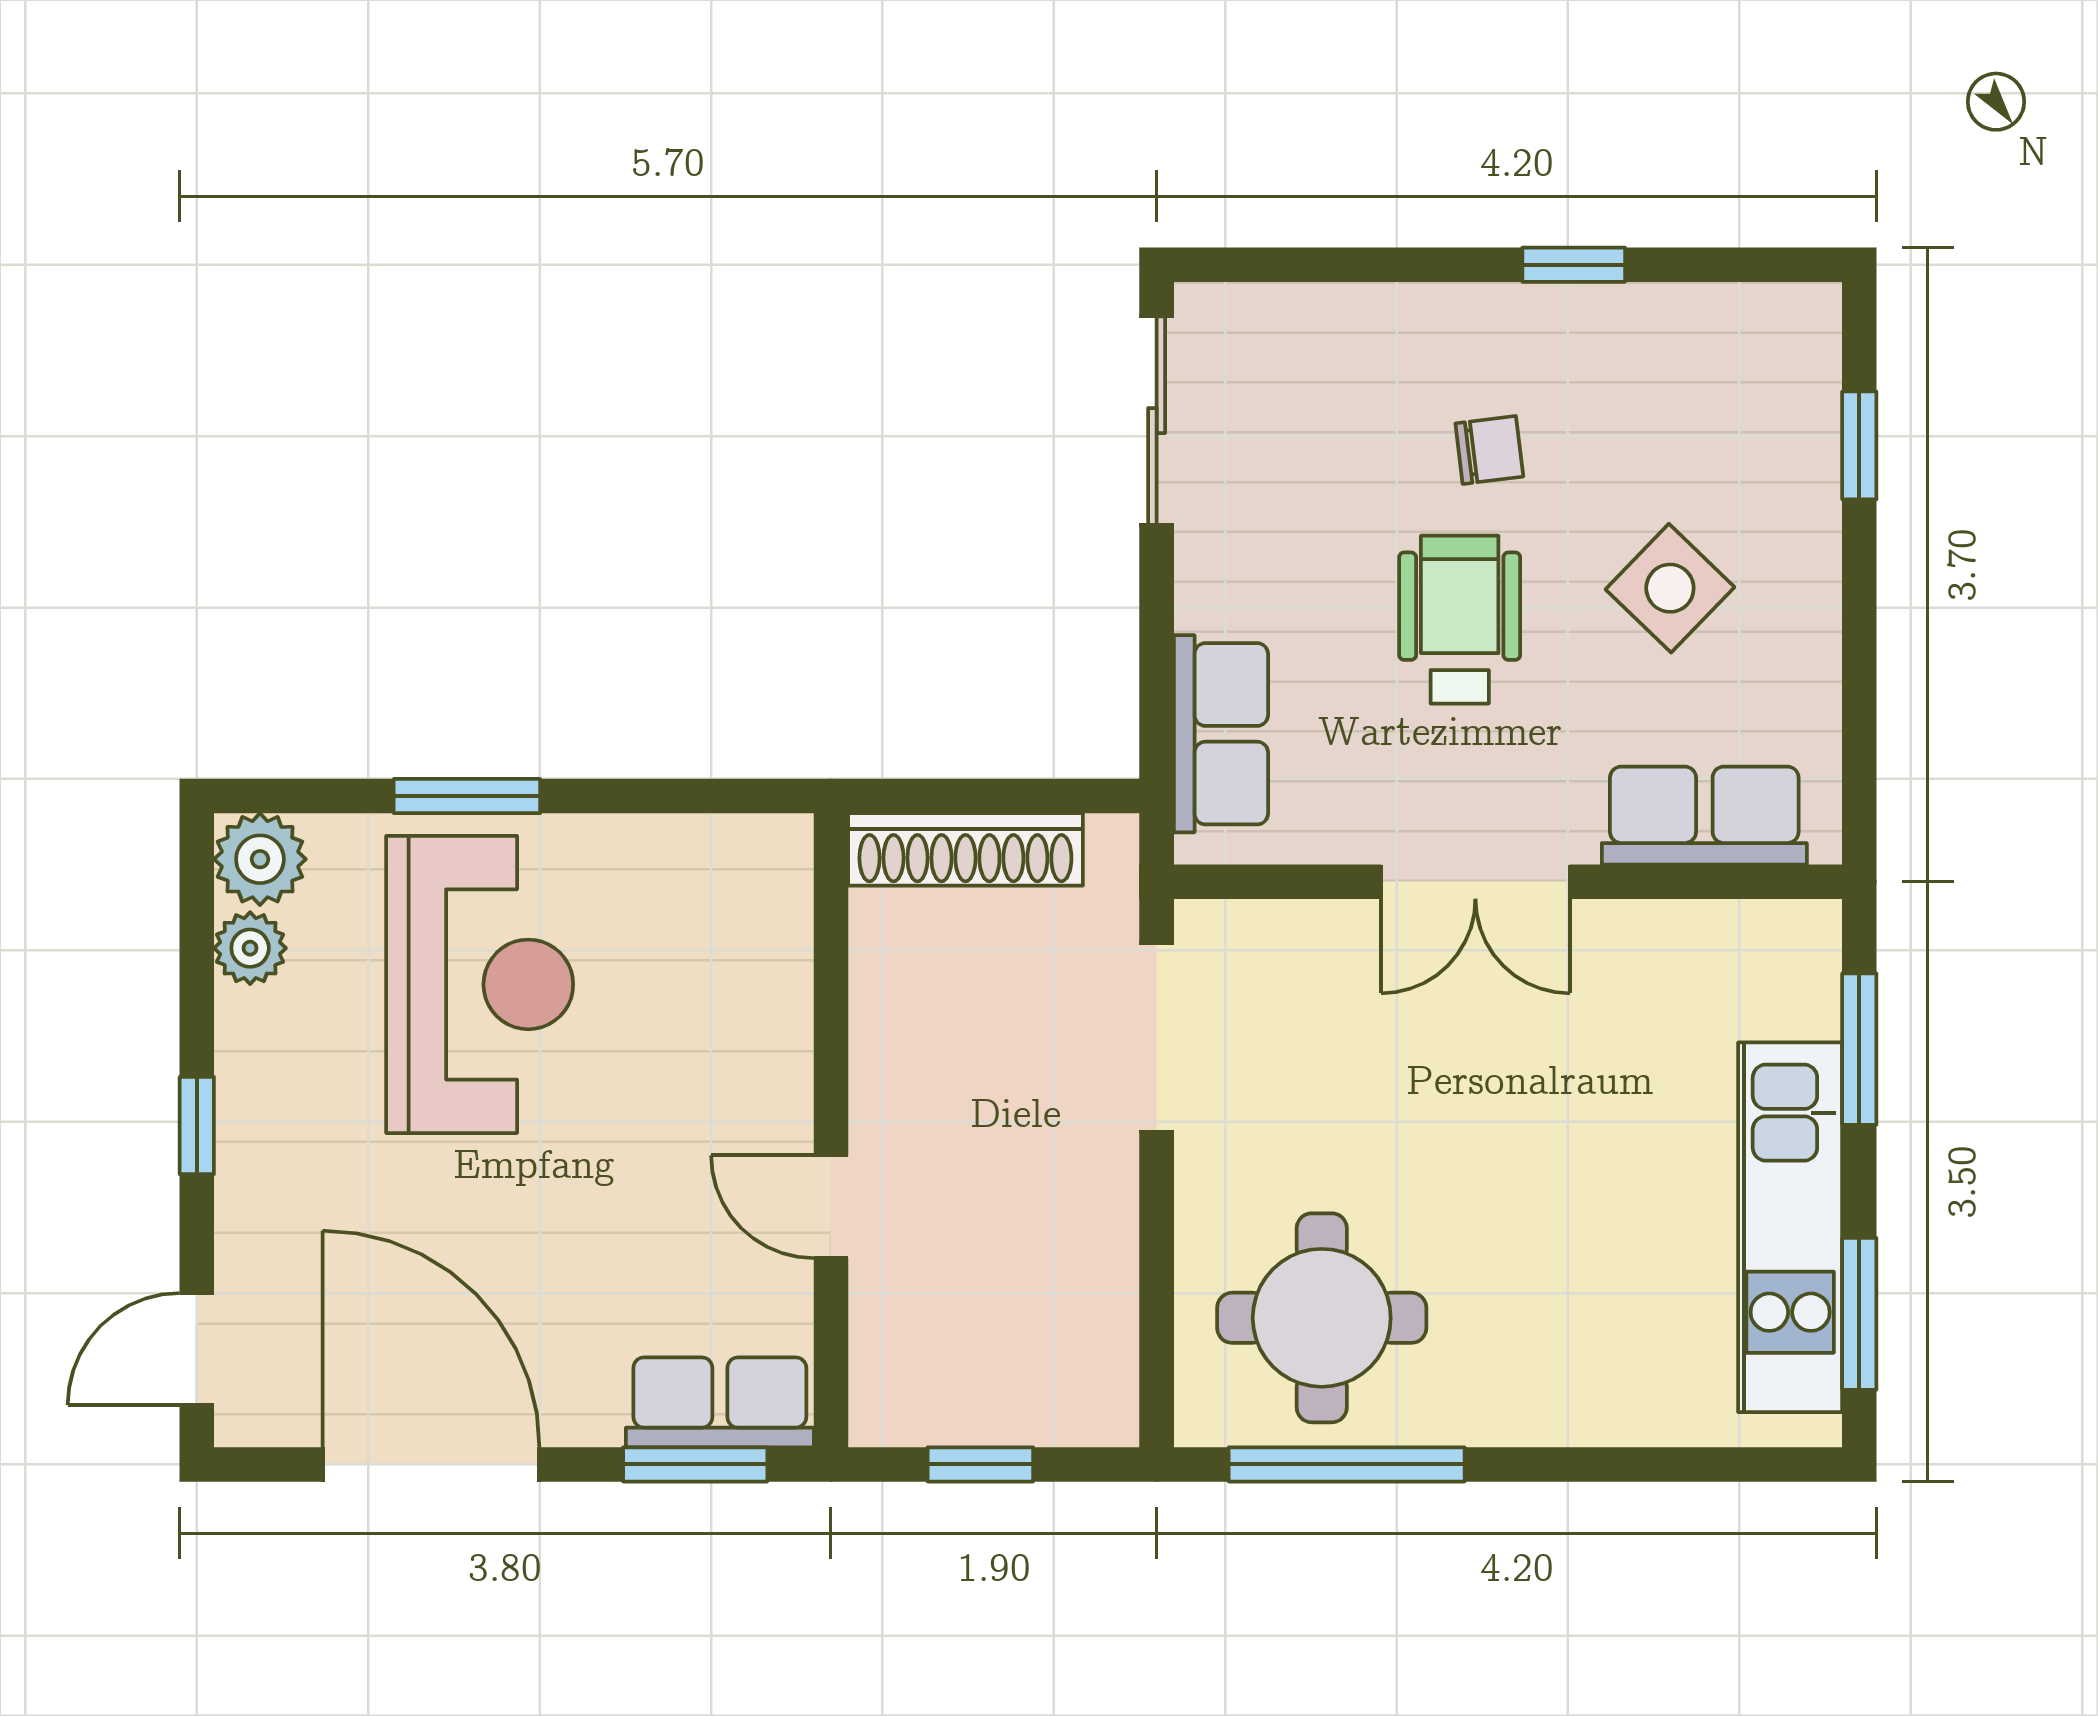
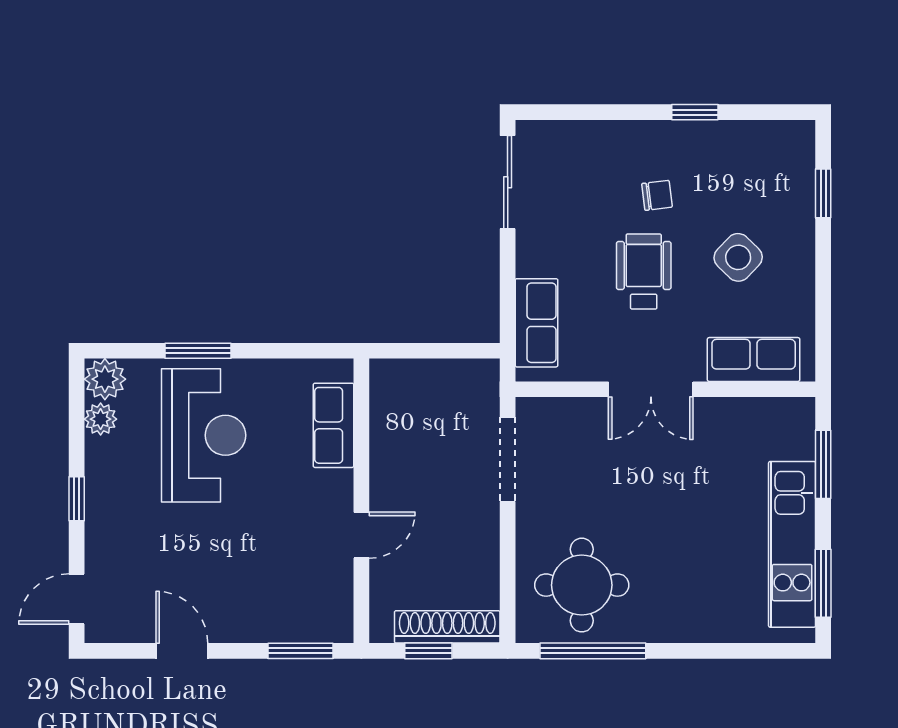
shoe rack: (965, 849) -> (447, 627), moved, turned 180
door: (831, 1207) -> (361, 535), swing flipped
row of seats: (720, 1402) -> (334, 425), moved, turned -90
door: (431, 1464) -> (182, 651), width x0.53

